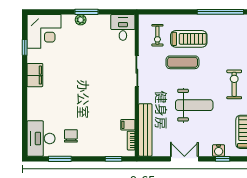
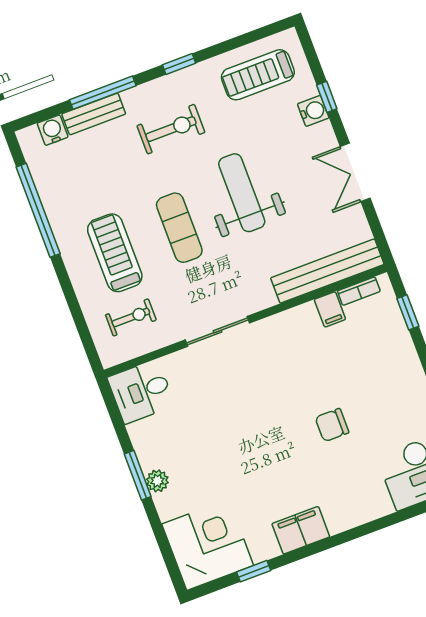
exercise mat: (182, 62) -> (179, 228), moved
exercise bike: (234, 84) -> (171, 129), turned 180
chair: (71, 136) -> (332, 425), moved

